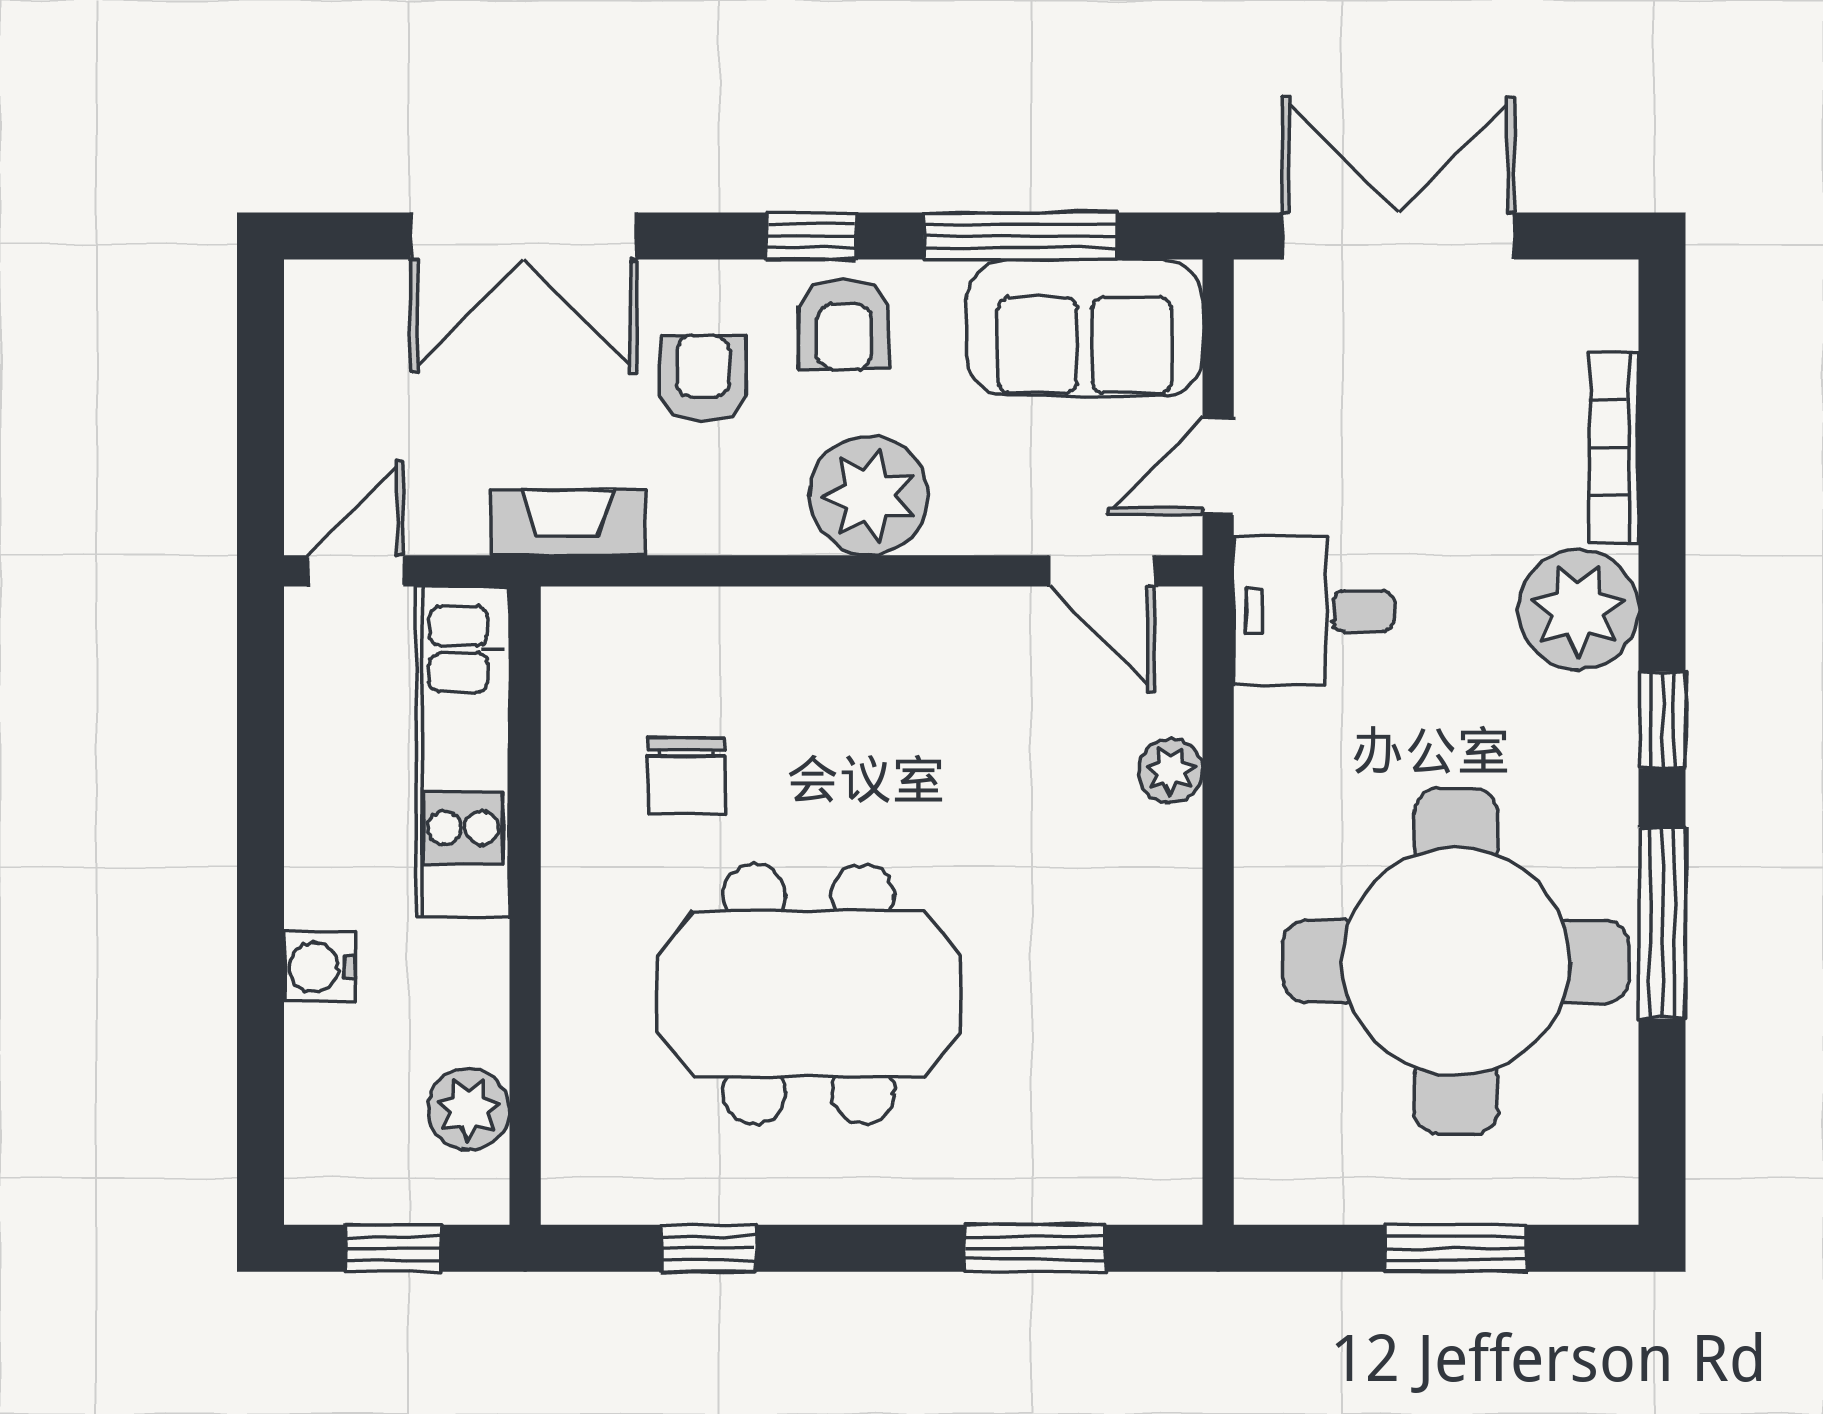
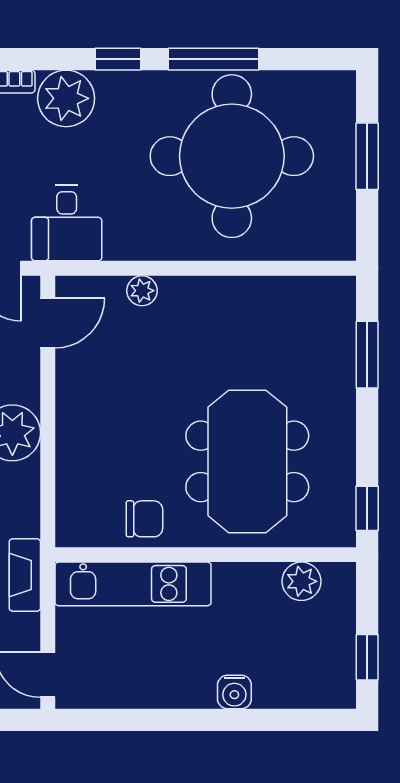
kitchen unit: (463, 752) -> (133, 584), moved
wall: (525, 906) -> (206, 555), moved
plant: (469, 1109) -> (301, 581), moved

